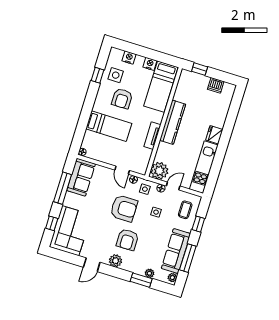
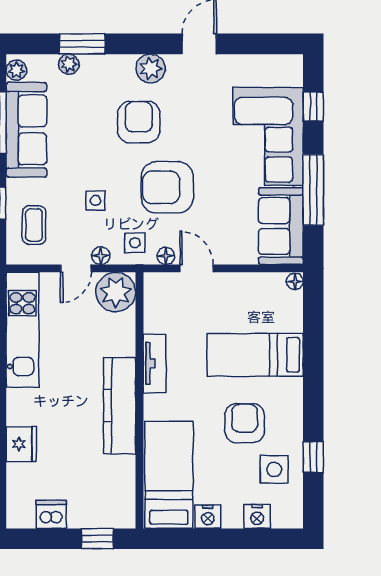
fridge: (214, 135) -> (21, 444), moved
corner sofa: (70, 231) -> (268, 136), moved

